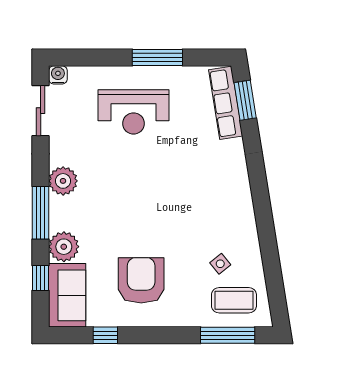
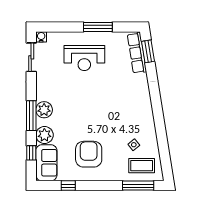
plant: (63, 181) -> (44, 110), moved

